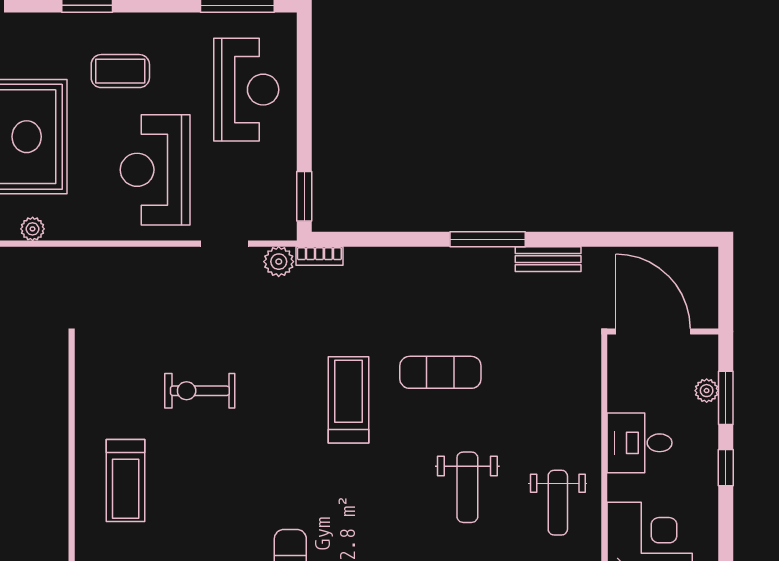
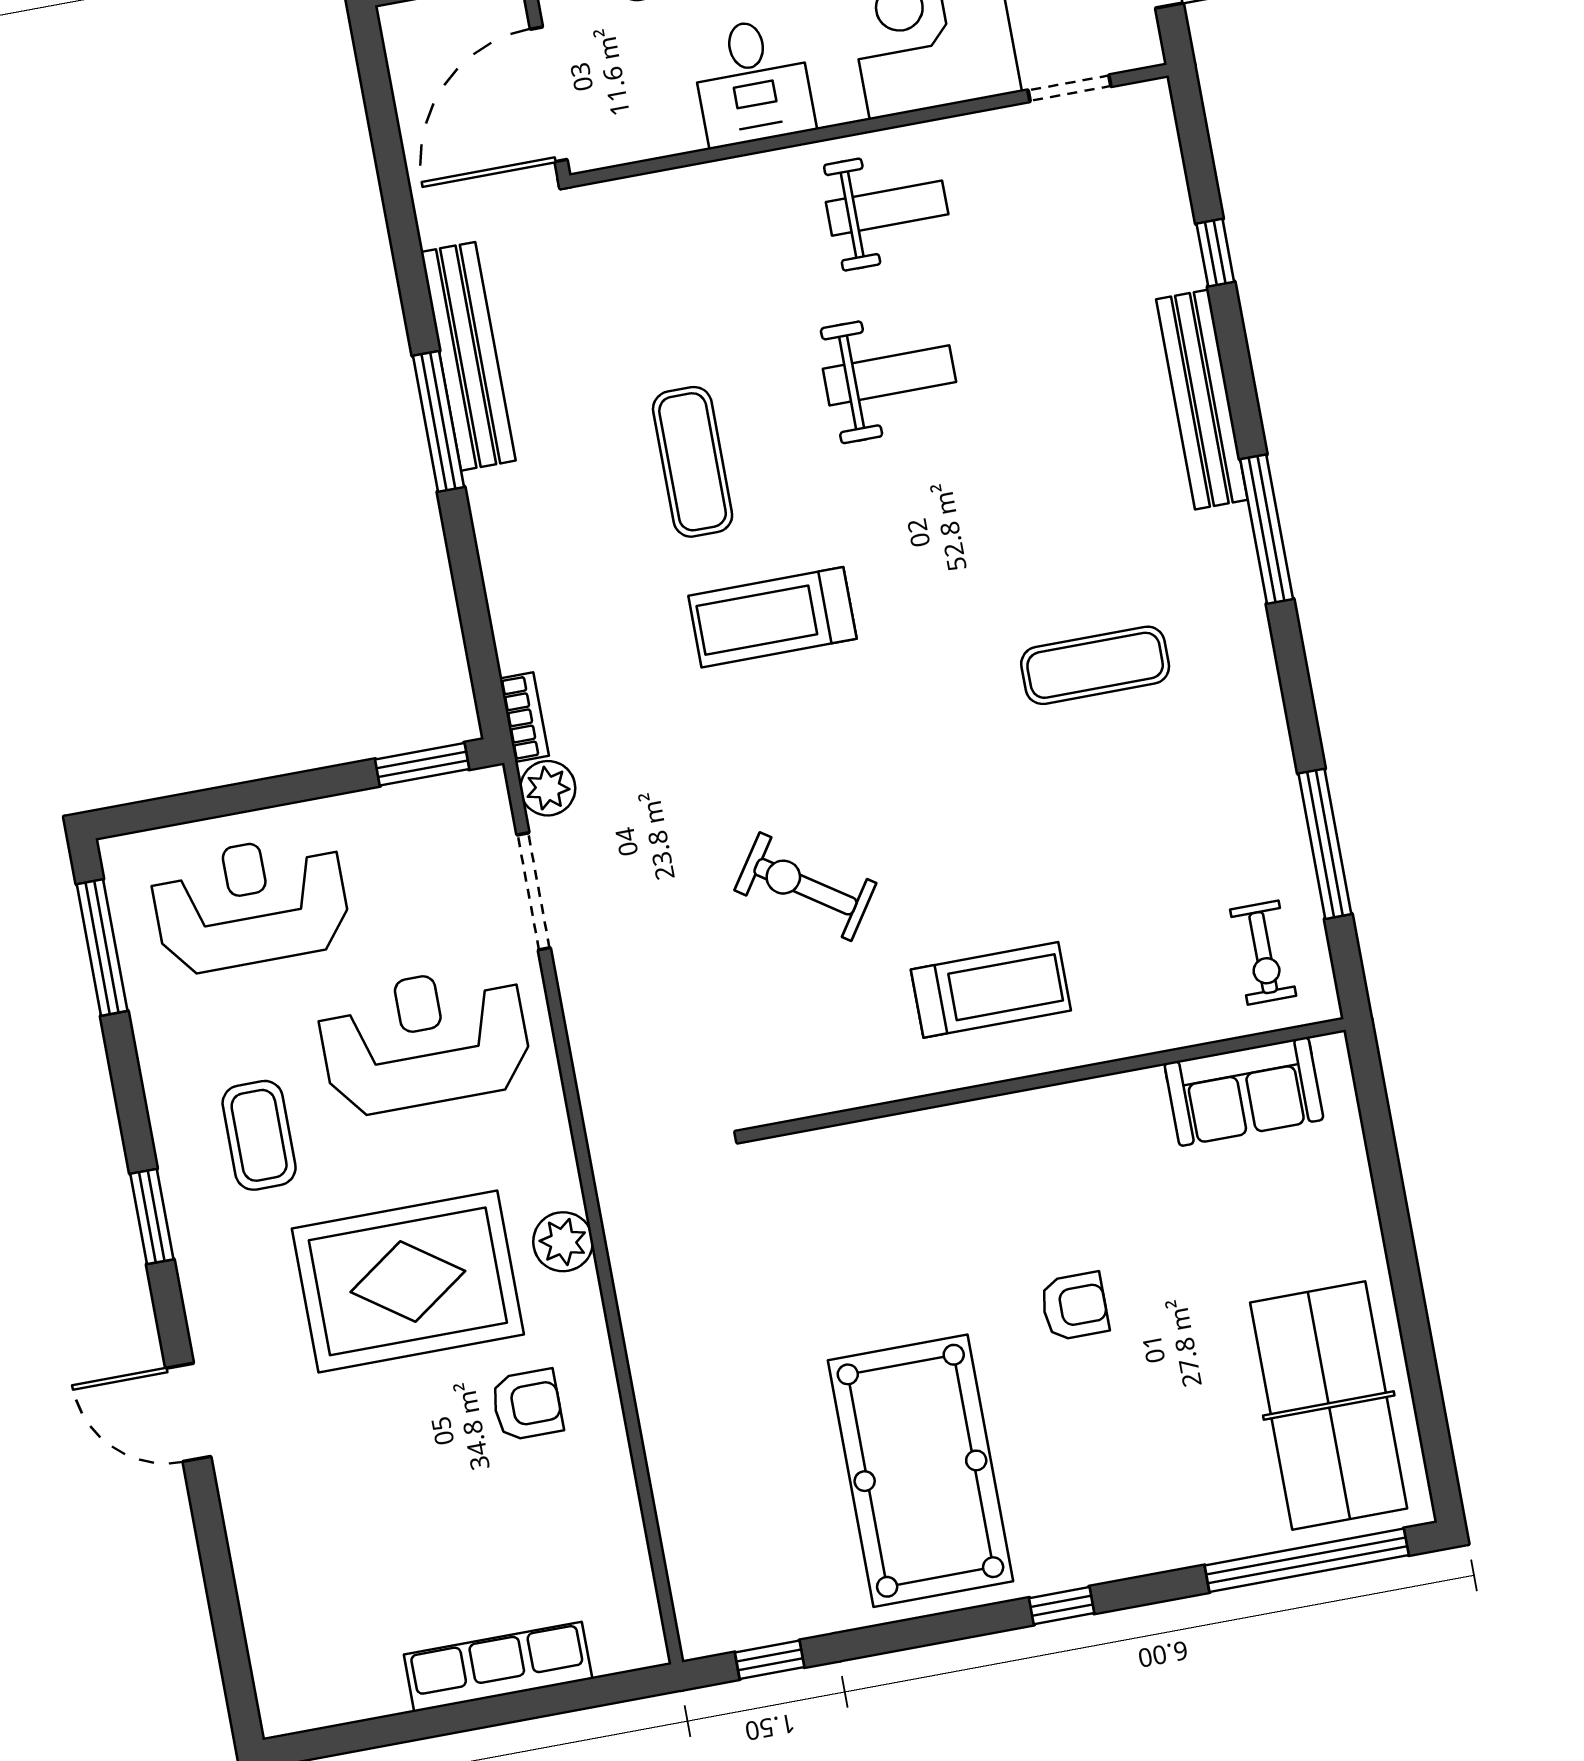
reception desk: (155, 170) -> (424, 1040), turned 180
plant: (33, 229) -> (563, 1242), width x1.38, depth x1.38
doorway: (225, 244) -> (534, 891), width x1.38
bench: (548, 259) -> (468, 356), width x1.86, depth x1.21
exercise bike: (200, 391) -> (805, 887), turned 124

